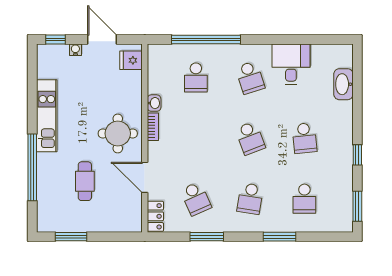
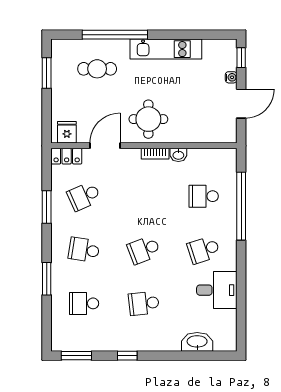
fridge: (131, 60) -> (67, 132), moved
cafe table: (85, 181) -> (97, 69), moved

